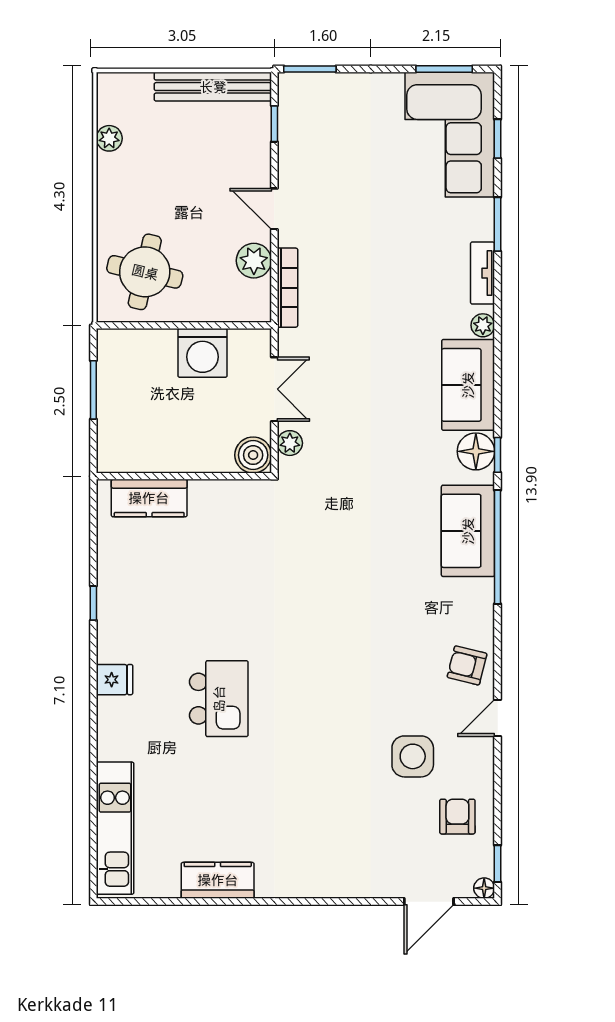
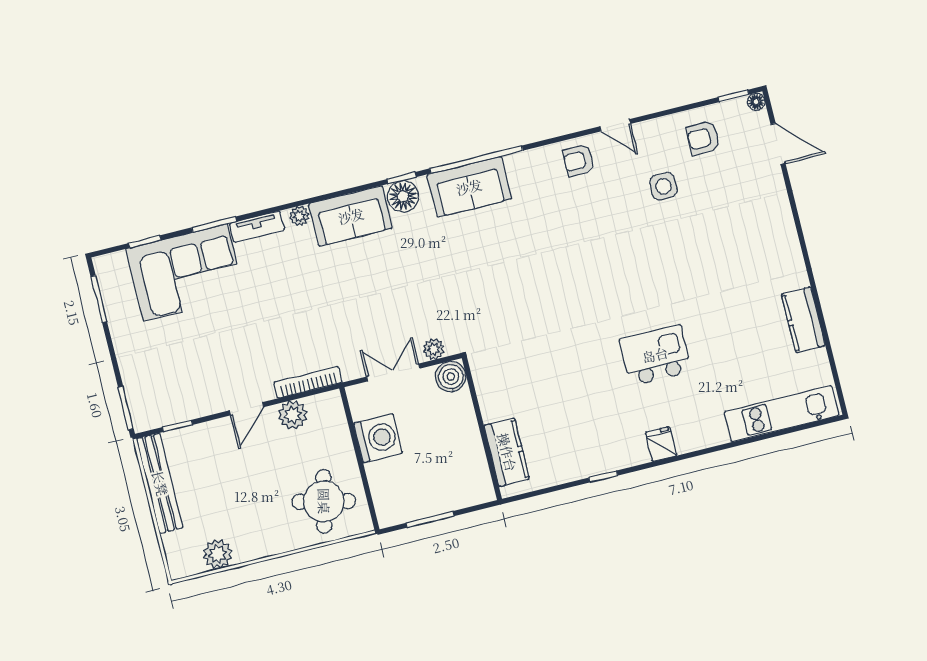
corner sofa: (450, 135) -> (185, 273), moved
plant: (109, 138) -> (218, 554), width x1.38, depth x1.38
armchair: (467, 665) -> (579, 160), turned 76
side table: (413, 756) -> (663, 186), width x0.73, depth x0.73

